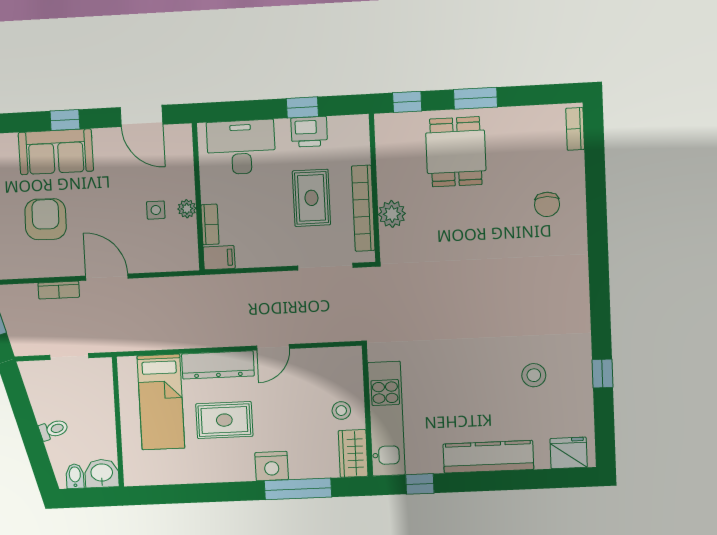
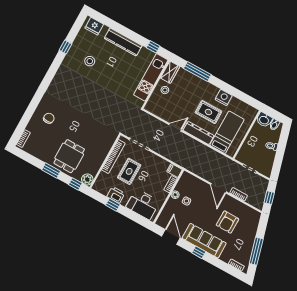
sofa: (56, 152) -> (204, 241), width x1.36
plant: (392, 214) -> (87, 179), moved
nightstand: (272, 466) -> (224, 97), moved

